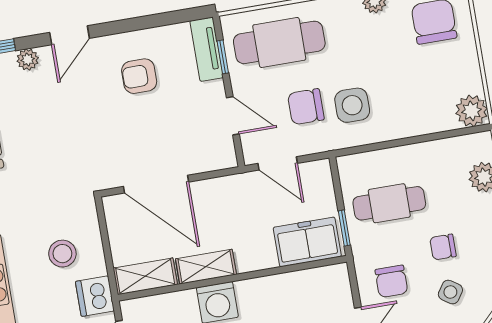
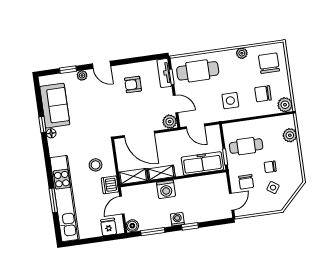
door: (69, 35) -> (102, 65), hinge flipped
chair: (306, 107) -> (263, 94), moved
plant: (221, 155) -> (170, 122), added
freezer: (307, 242) -> (202, 164), width x1.40

